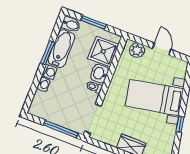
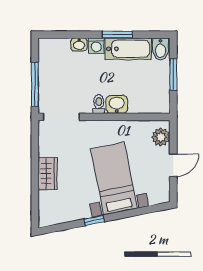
shower: (103, 51) -> (144, 99), removed

